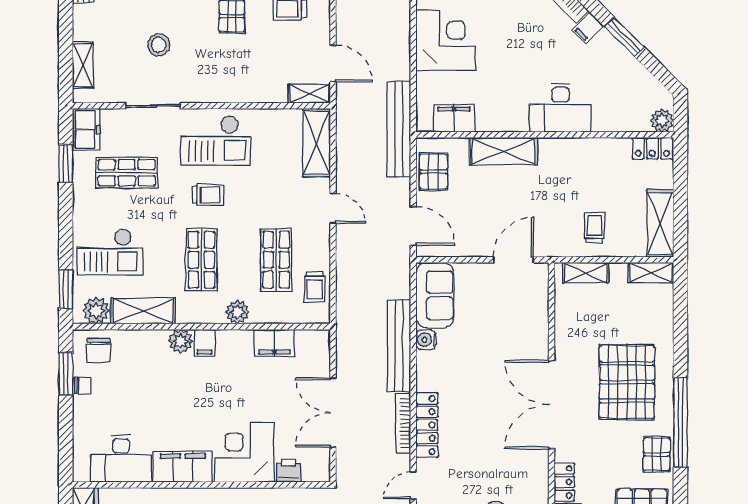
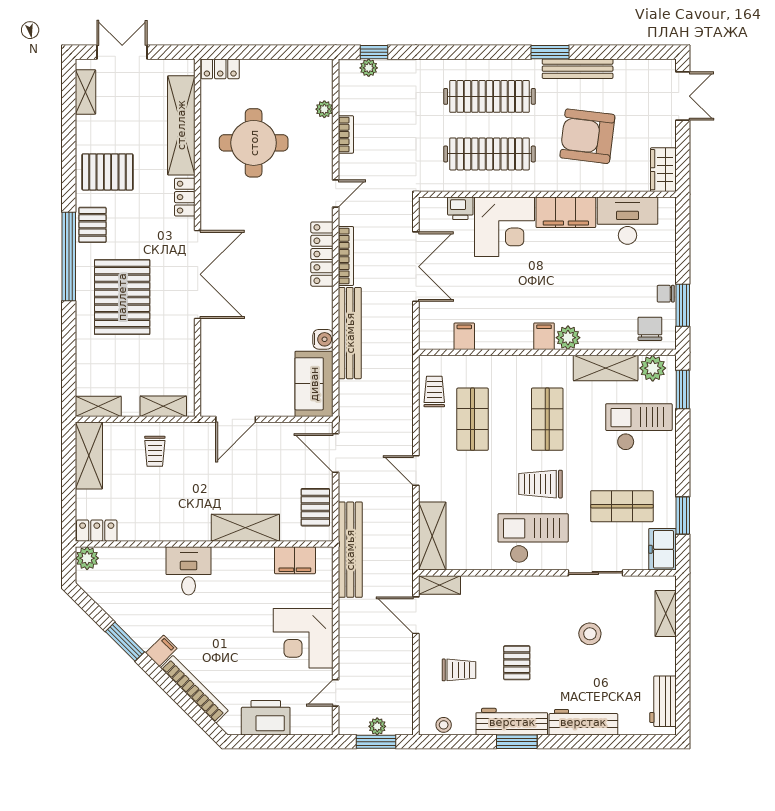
desk: (561, 108) -> (189, 571), width x0.73
trolley: (208, 195) -> (541, 484), width x1.36, depth x1.39
plant: (237, 312) -> (511, 367), removed
filing cabinet: (274, 343) -> (464, 336), width x0.50

